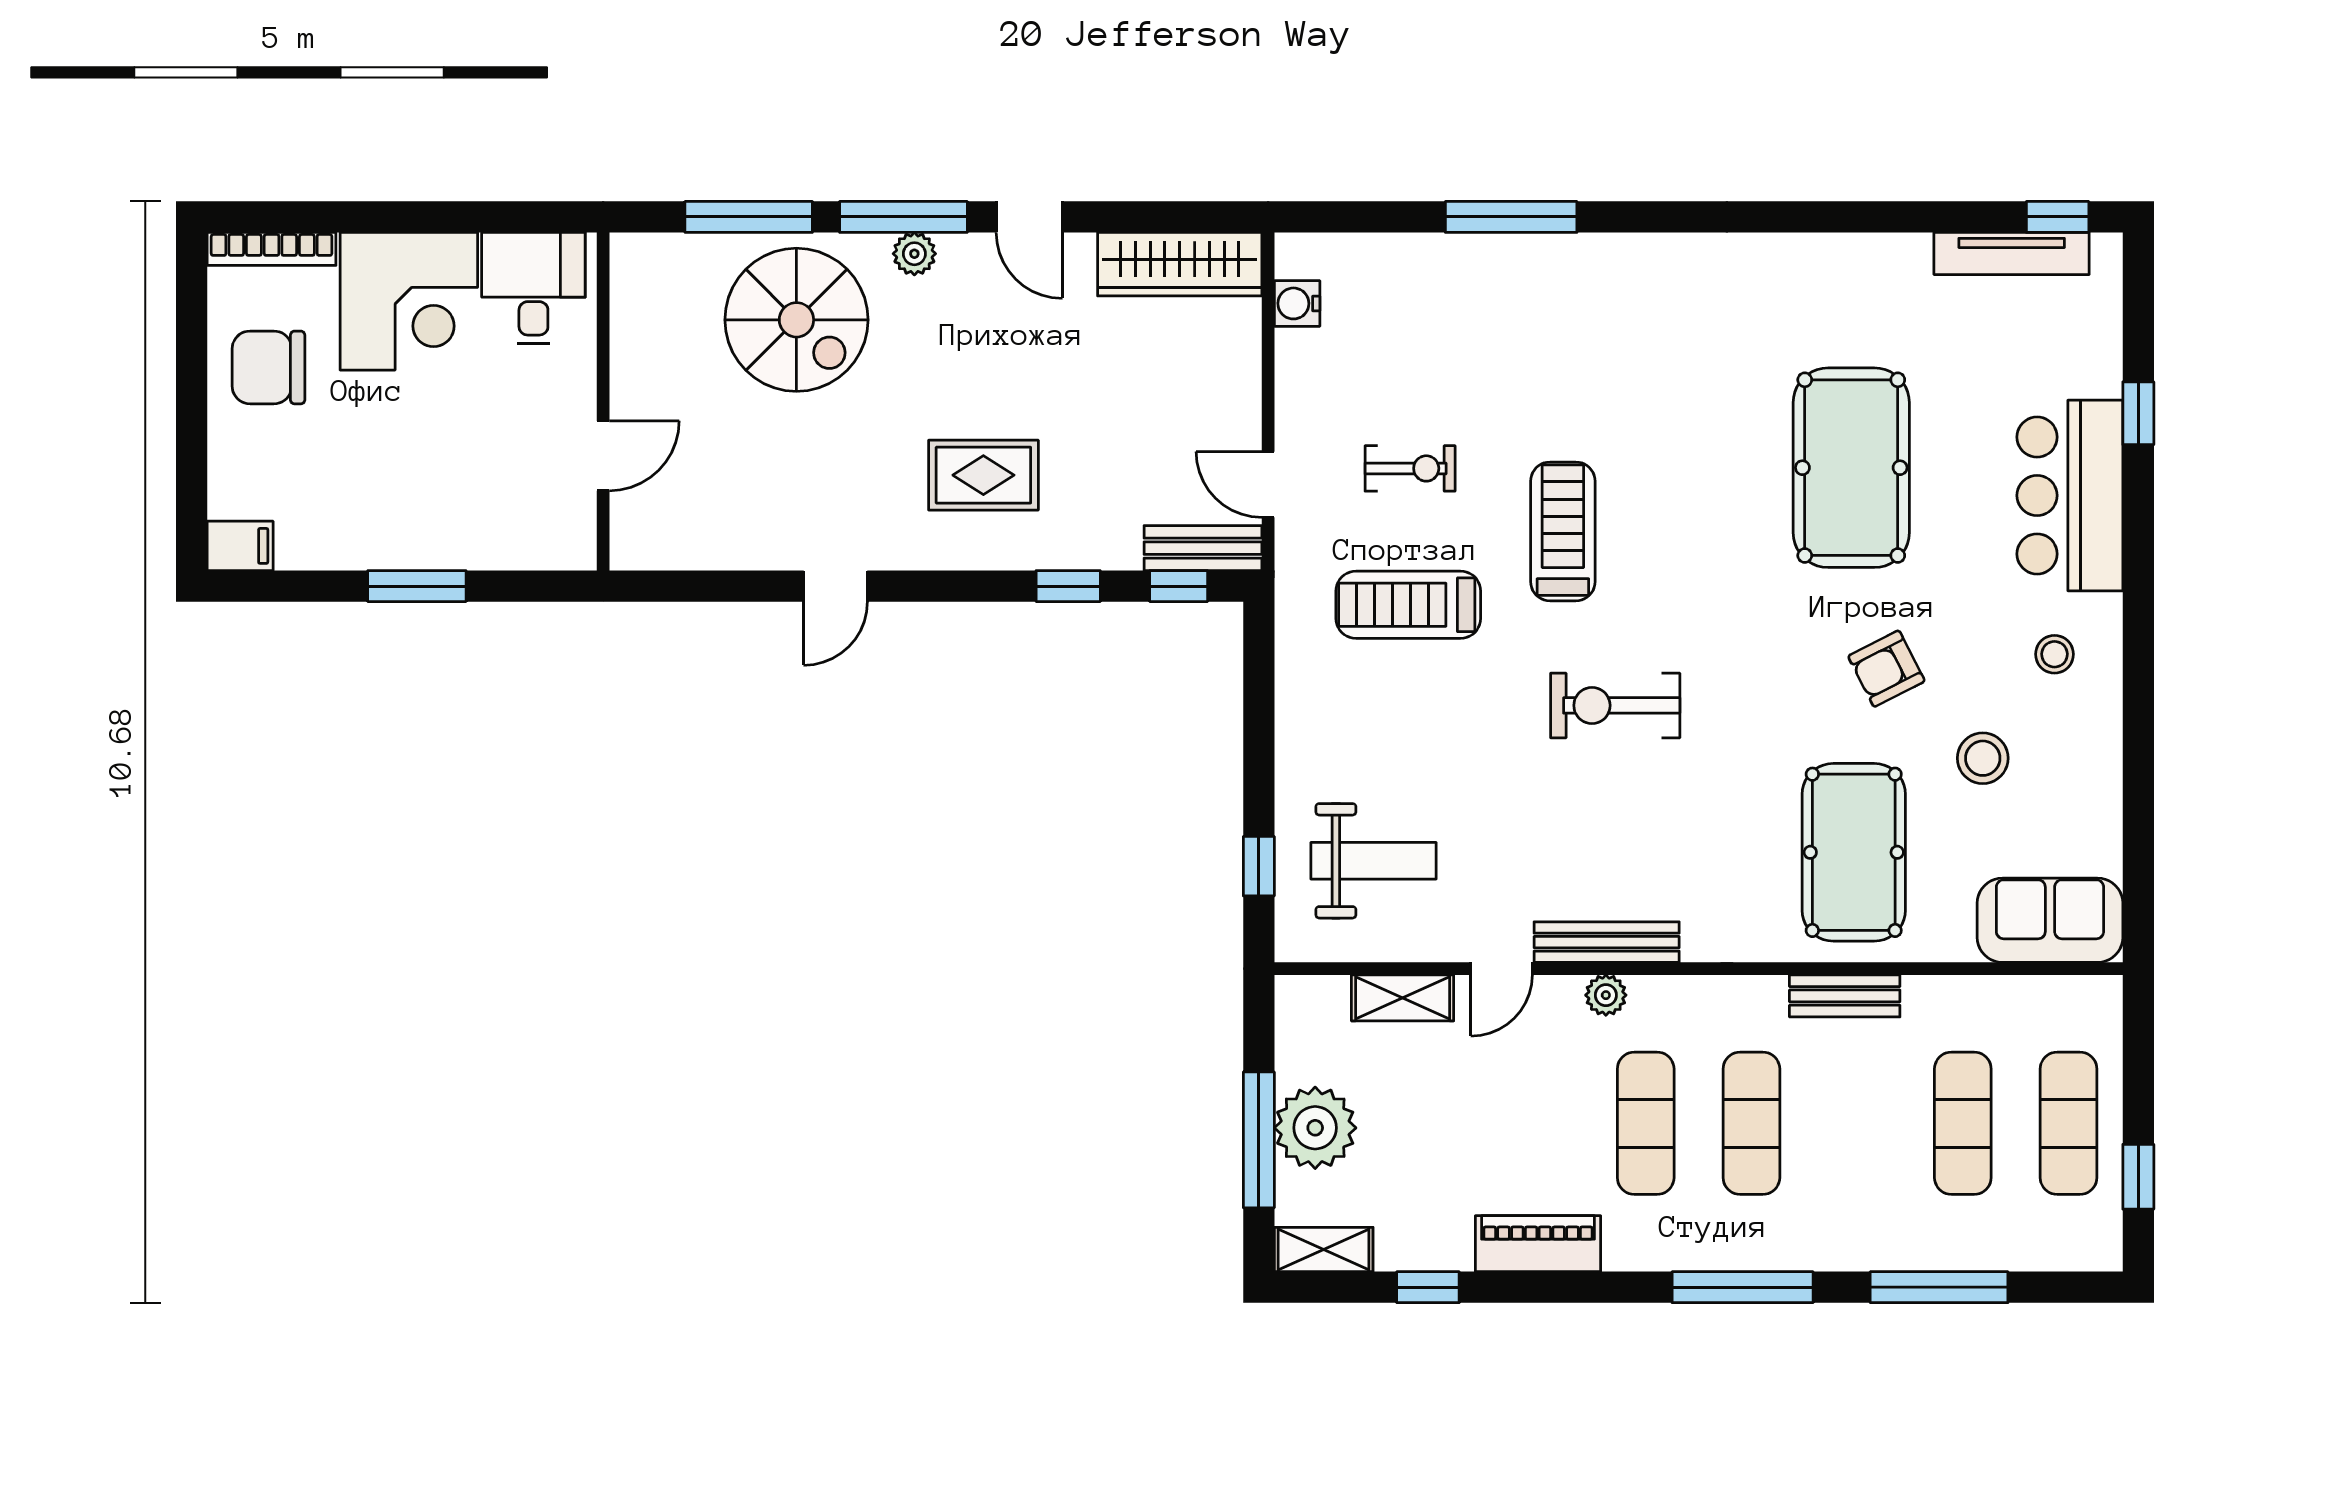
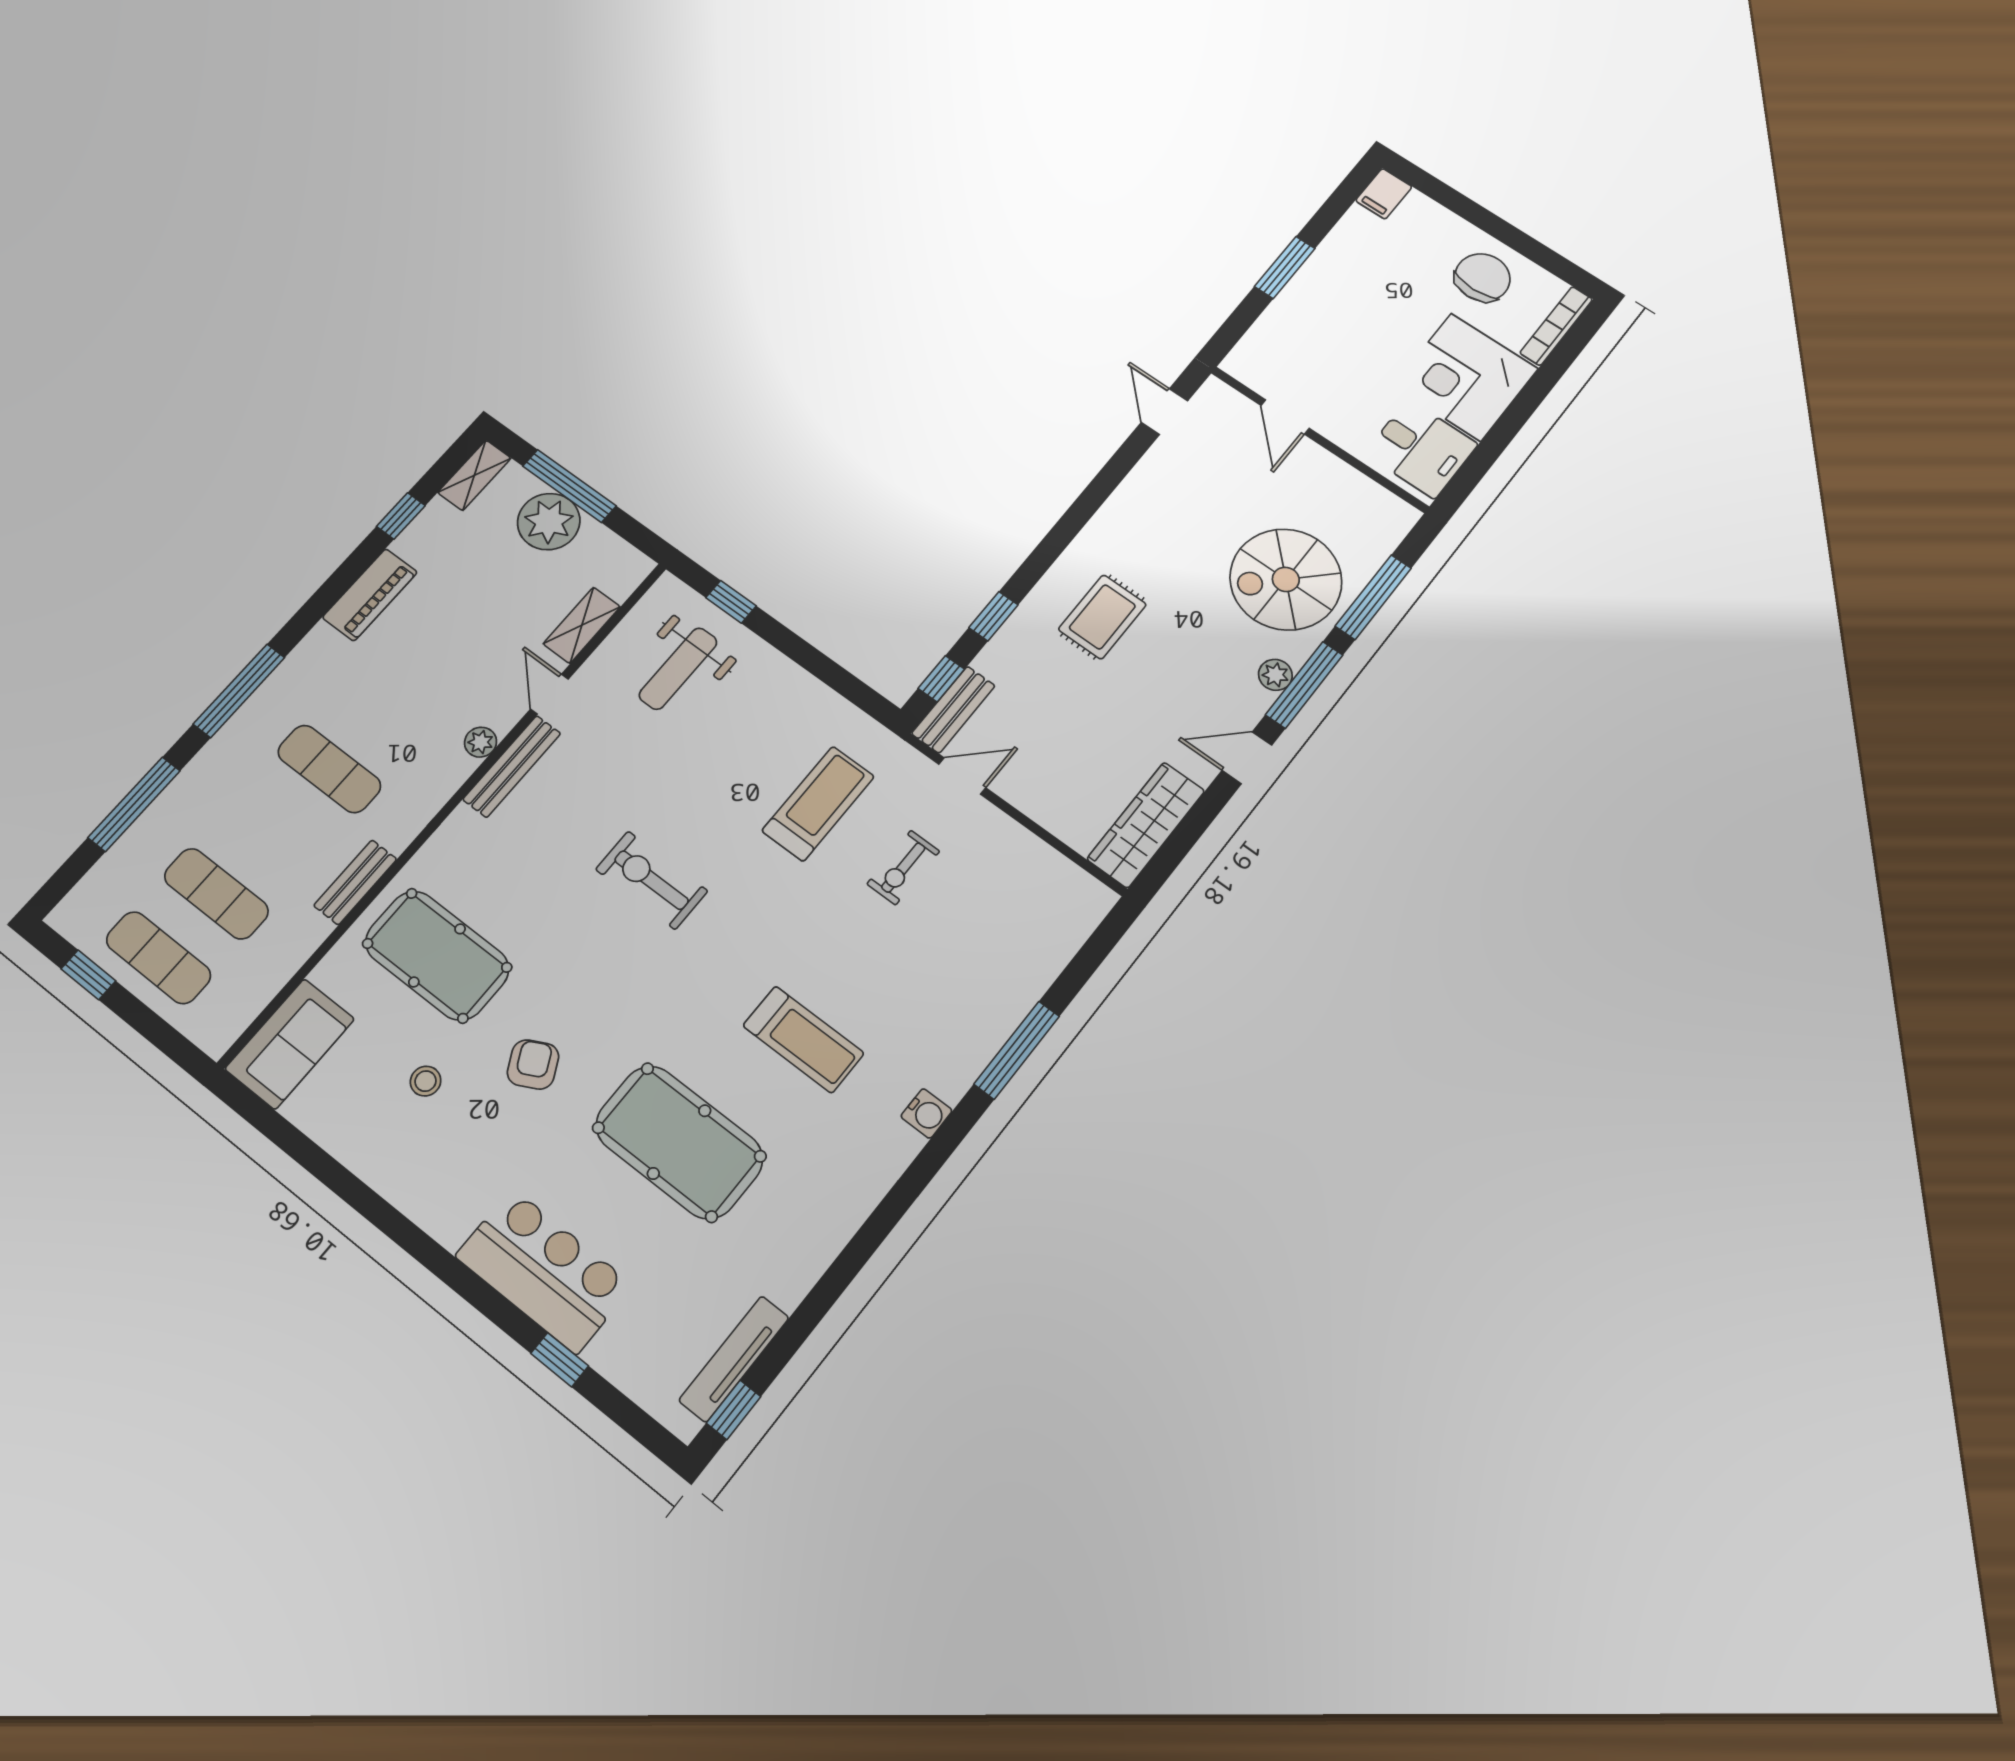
water cooler: (1297, 303) -> (926, 1113), moved, turned 90
treadmill: (1563, 531) -> (803, 1039), moved
door: (836, 586) -> (1164, 411), moved
stool: (2054, 654) -> (451, 1179), removed
exercise bike: (1615, 705) -> (652, 880), turned -90
stool: (1983, 758) -> (426, 1081), width x0.73, depth x0.73
exercise mat: (1646, 1123) -> (384, 708), removed

